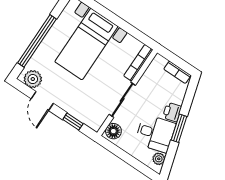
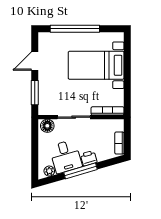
plant: (33, 79) -> (46, 44), removed
window: (73, 122) -> (35, 93), width x1.50
window: (179, 128) -> (81, 171), width x1.44

